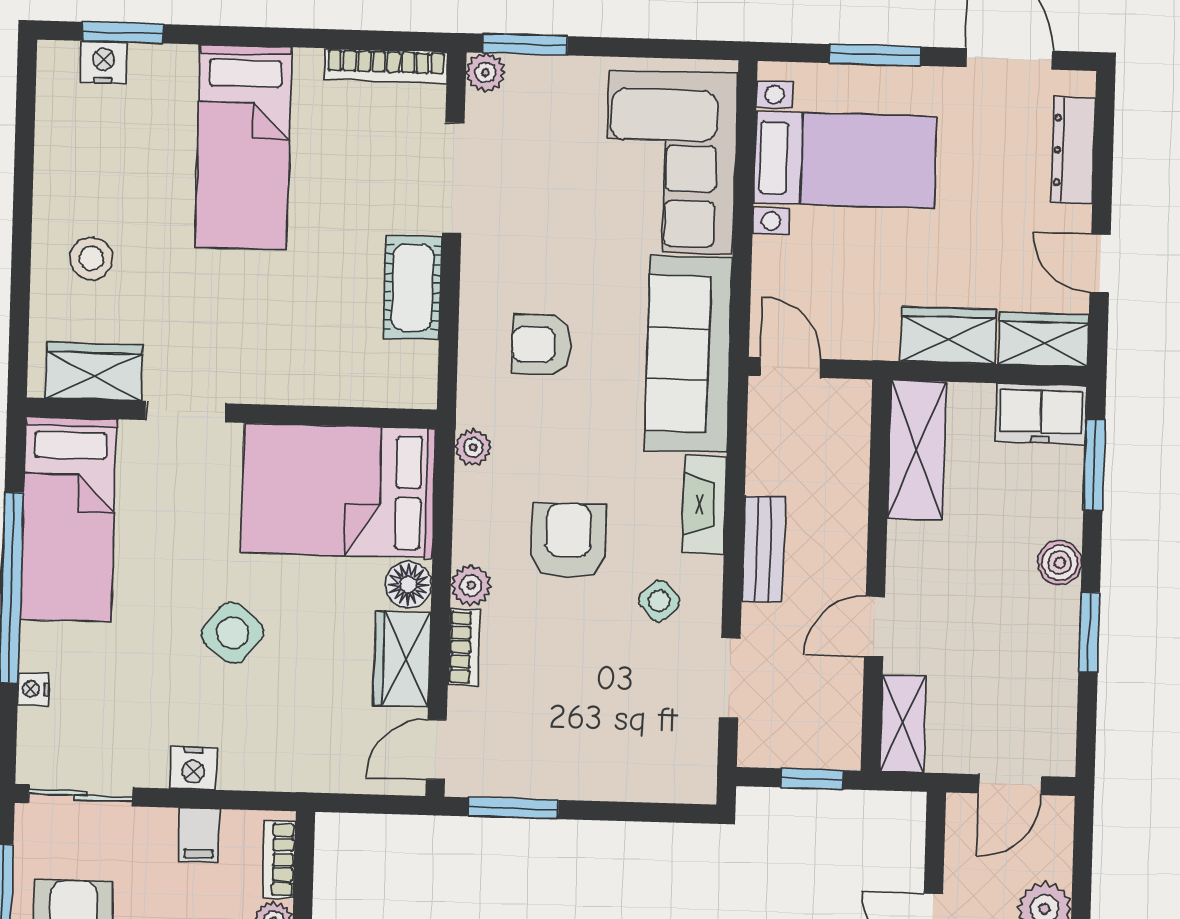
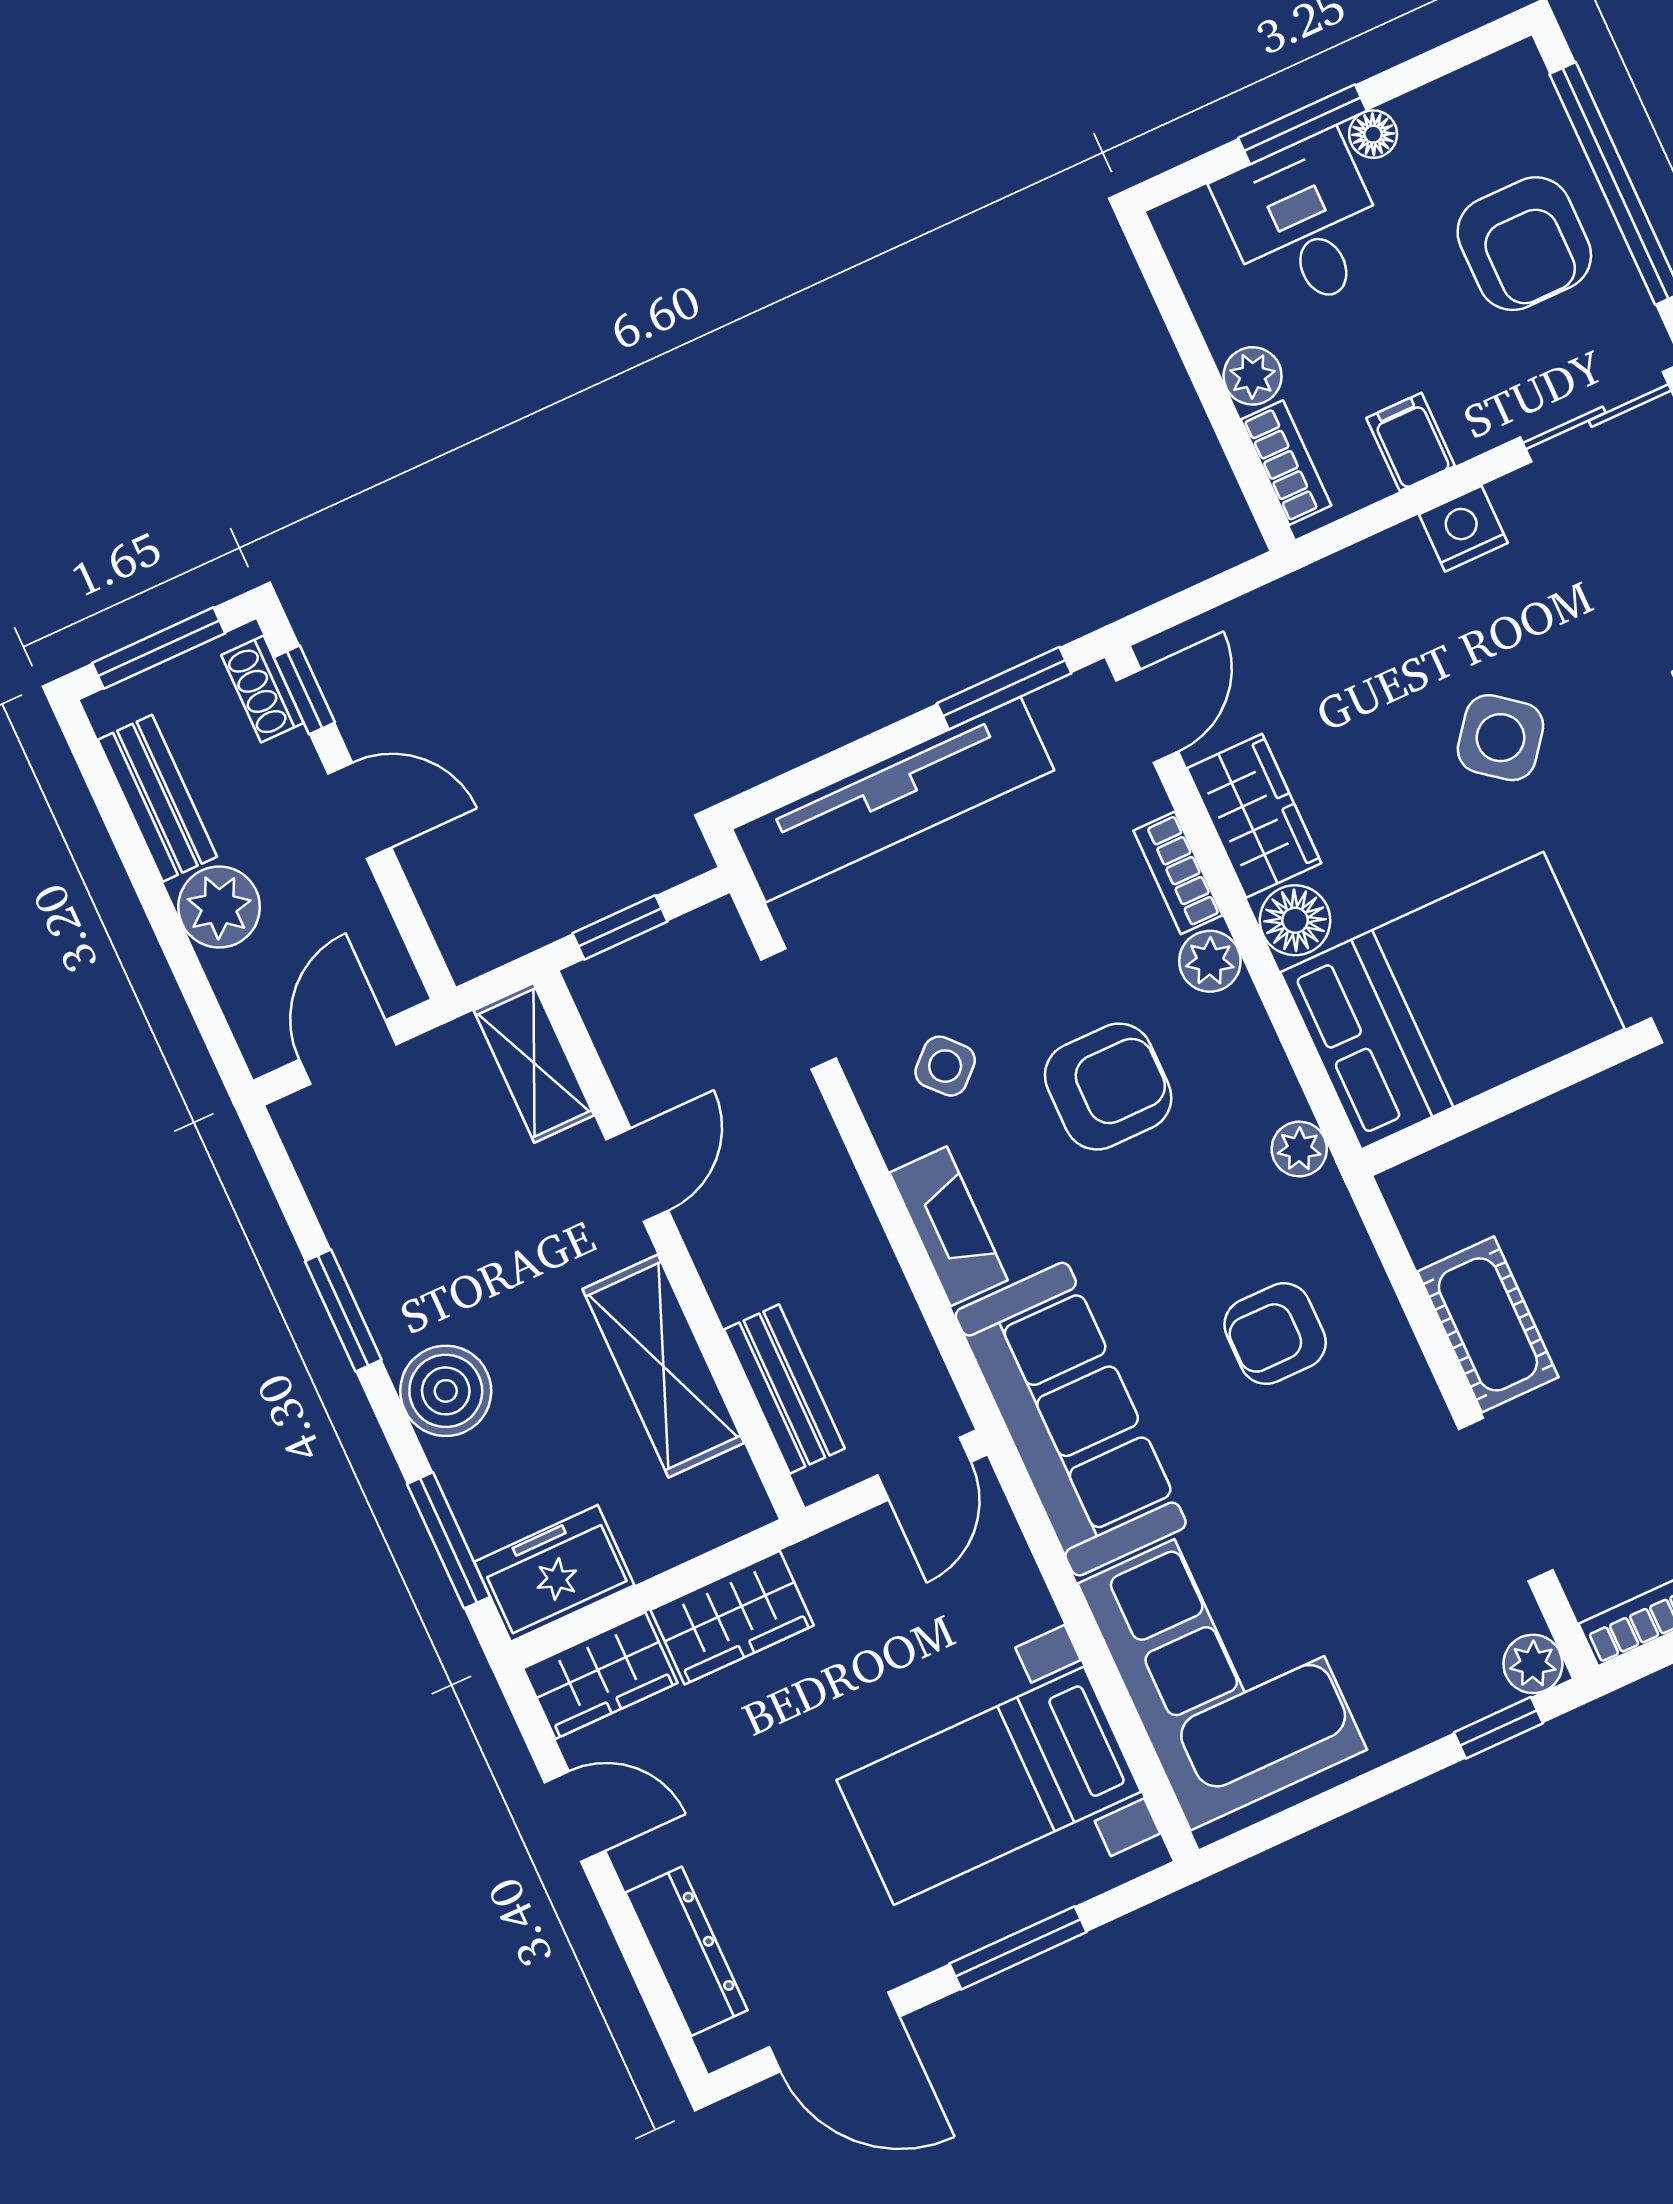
window: (525, 45) -> (1498, 1728), width x0.67
armchair: (542, 345) -> (1275, 1334), turned 180
door: (790, 368) -> (924, 1469), hinge flipped
shelving: (917, 450) -> (663, 1366), moved
armchair: (568, 541) -> (1108, 1087), turned -90
bench: (763, 549) -> (784, 1389), moved
boiler: (1060, 563) -> (446, 1391), width x1.36, depth x1.36
tv unit: (612, 775) -> (893, 800), added

